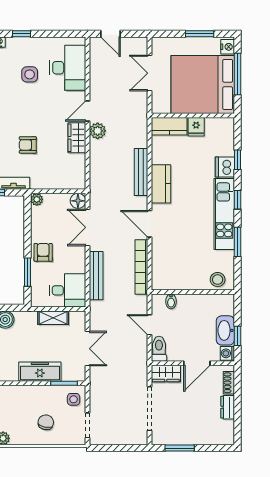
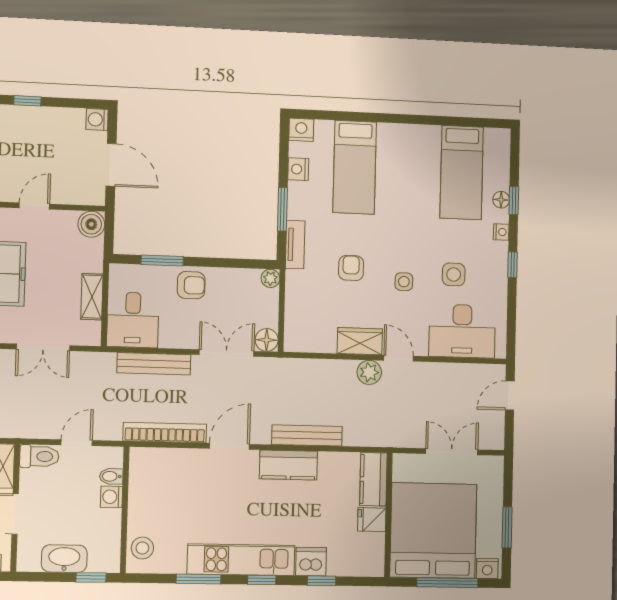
side table: (36, 109) -> (404, 282), added
window: (237, 336) -> (91, 577), moved
washing machine: (227, 353) -> (112, 497), moved, turned -90

